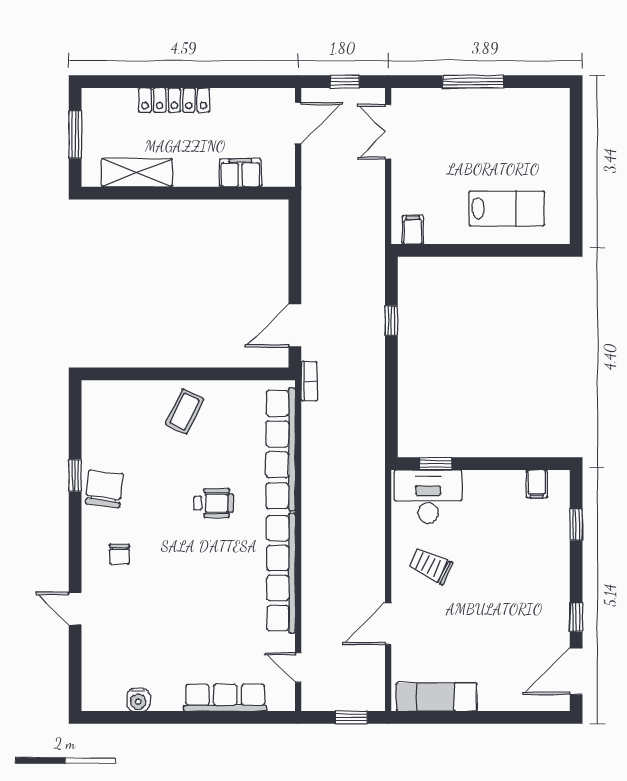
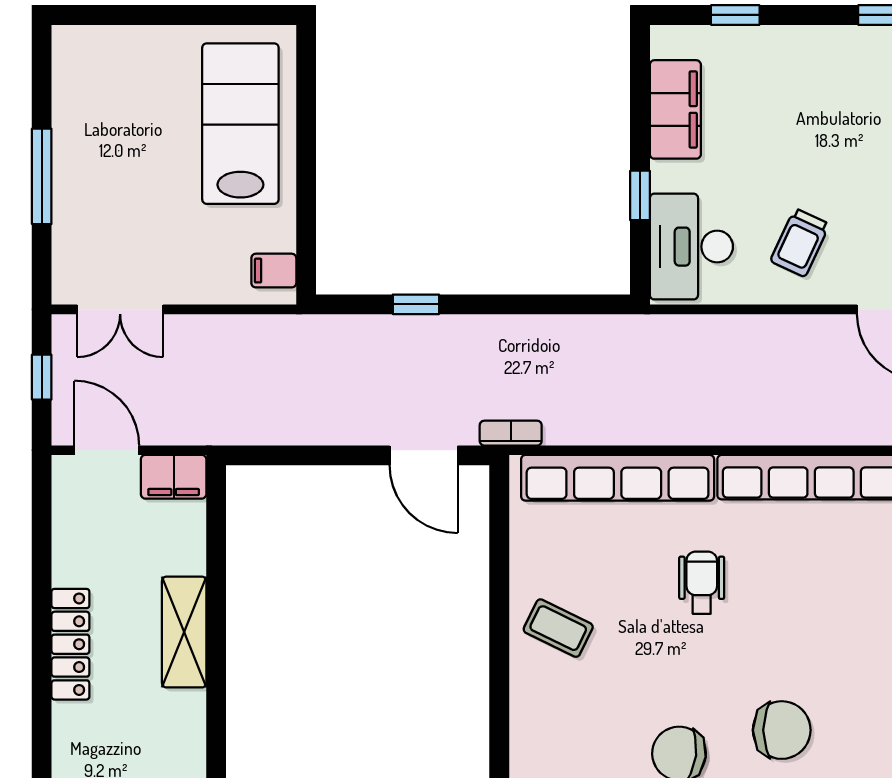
shelving: (137, 173) -> (184, 632), moved
filing cabinet: (240, 173) -> (174, 477), moved, turned -90
lab bench: (507, 209) -> (240, 124), width x1.36, depth x1.39
window: (436, 464) -> (640, 195), moved
filing cabinet: (537, 484) -> (675, 109), width x3.00, depth x1.17
chair: (119, 554) -> (782, 730), width x1.87, depth x1.87

